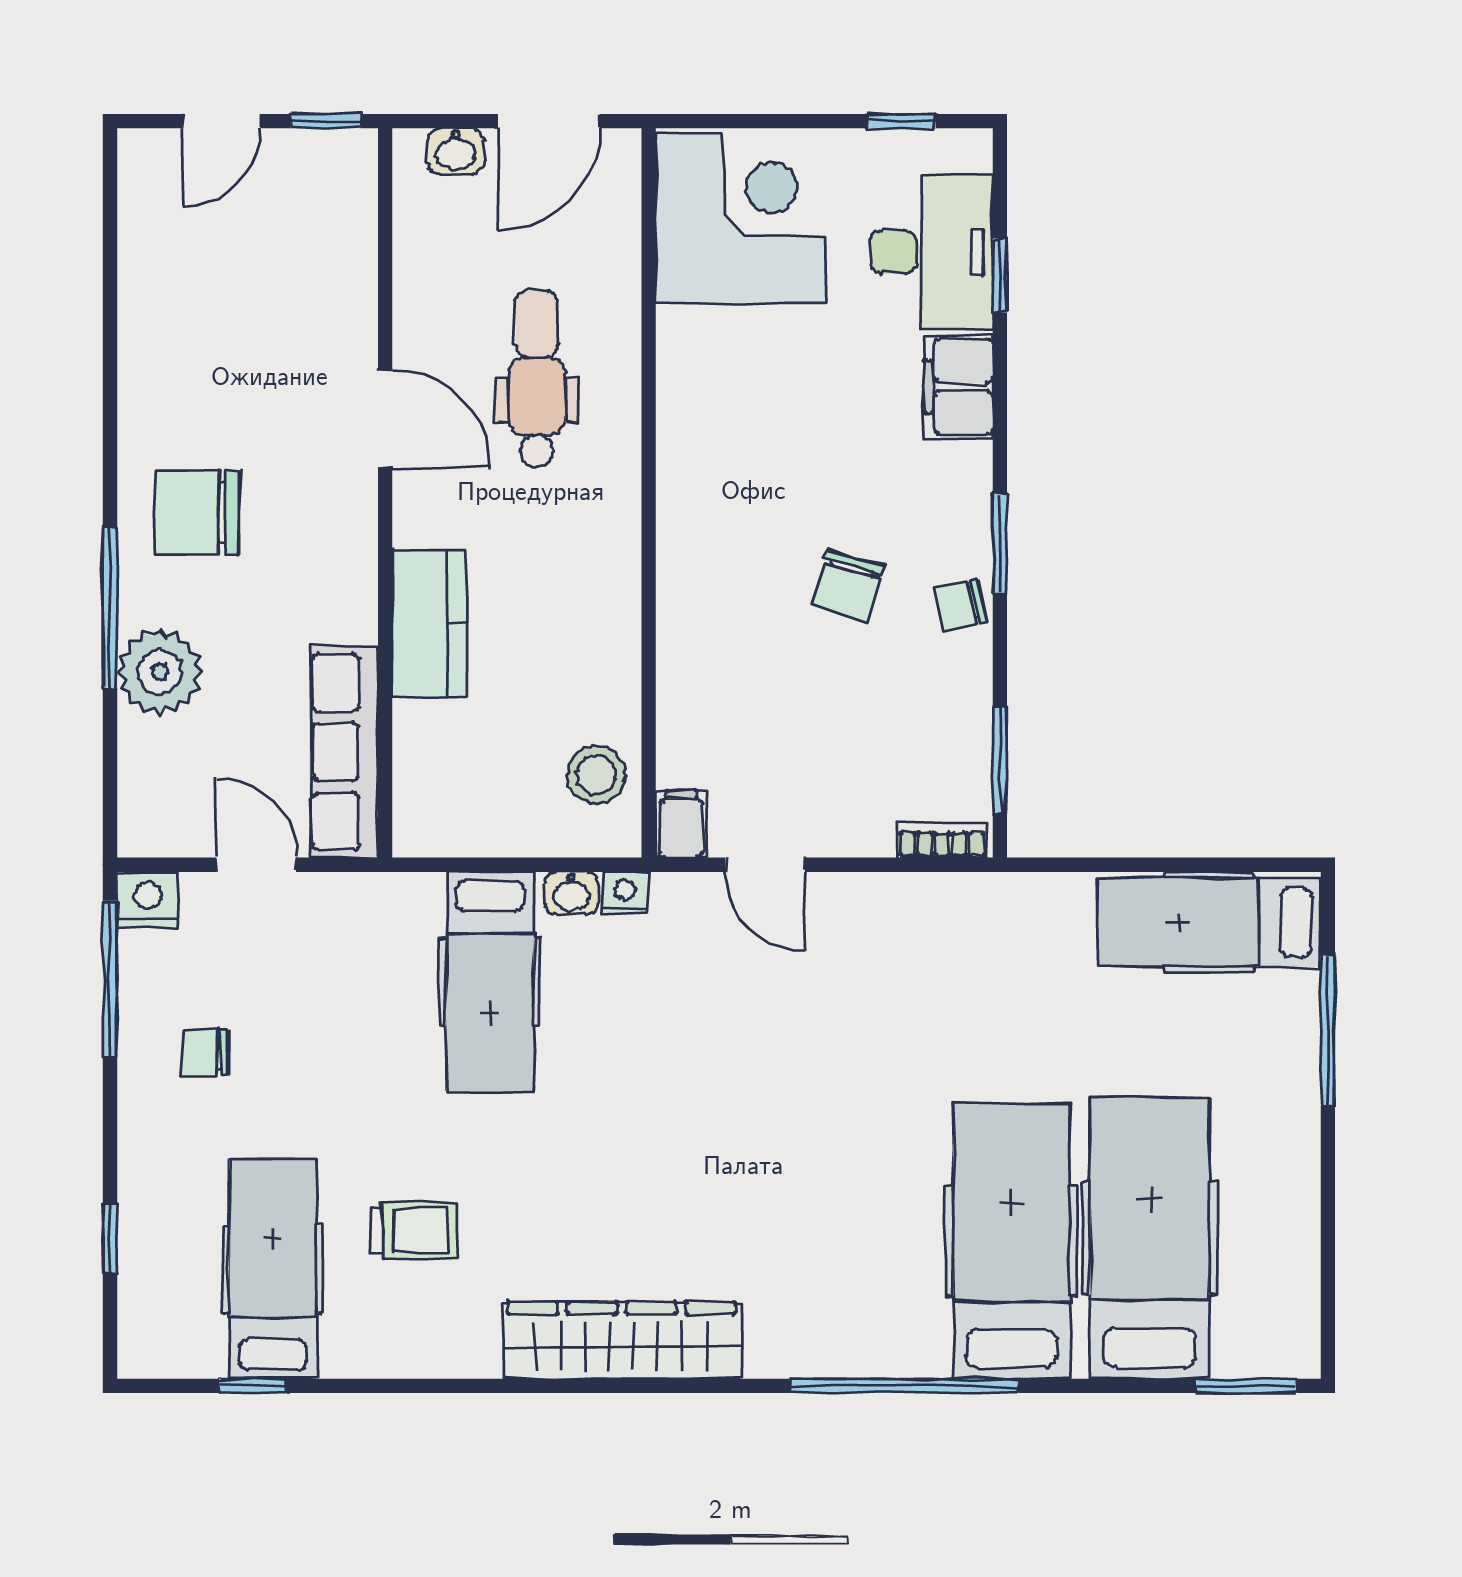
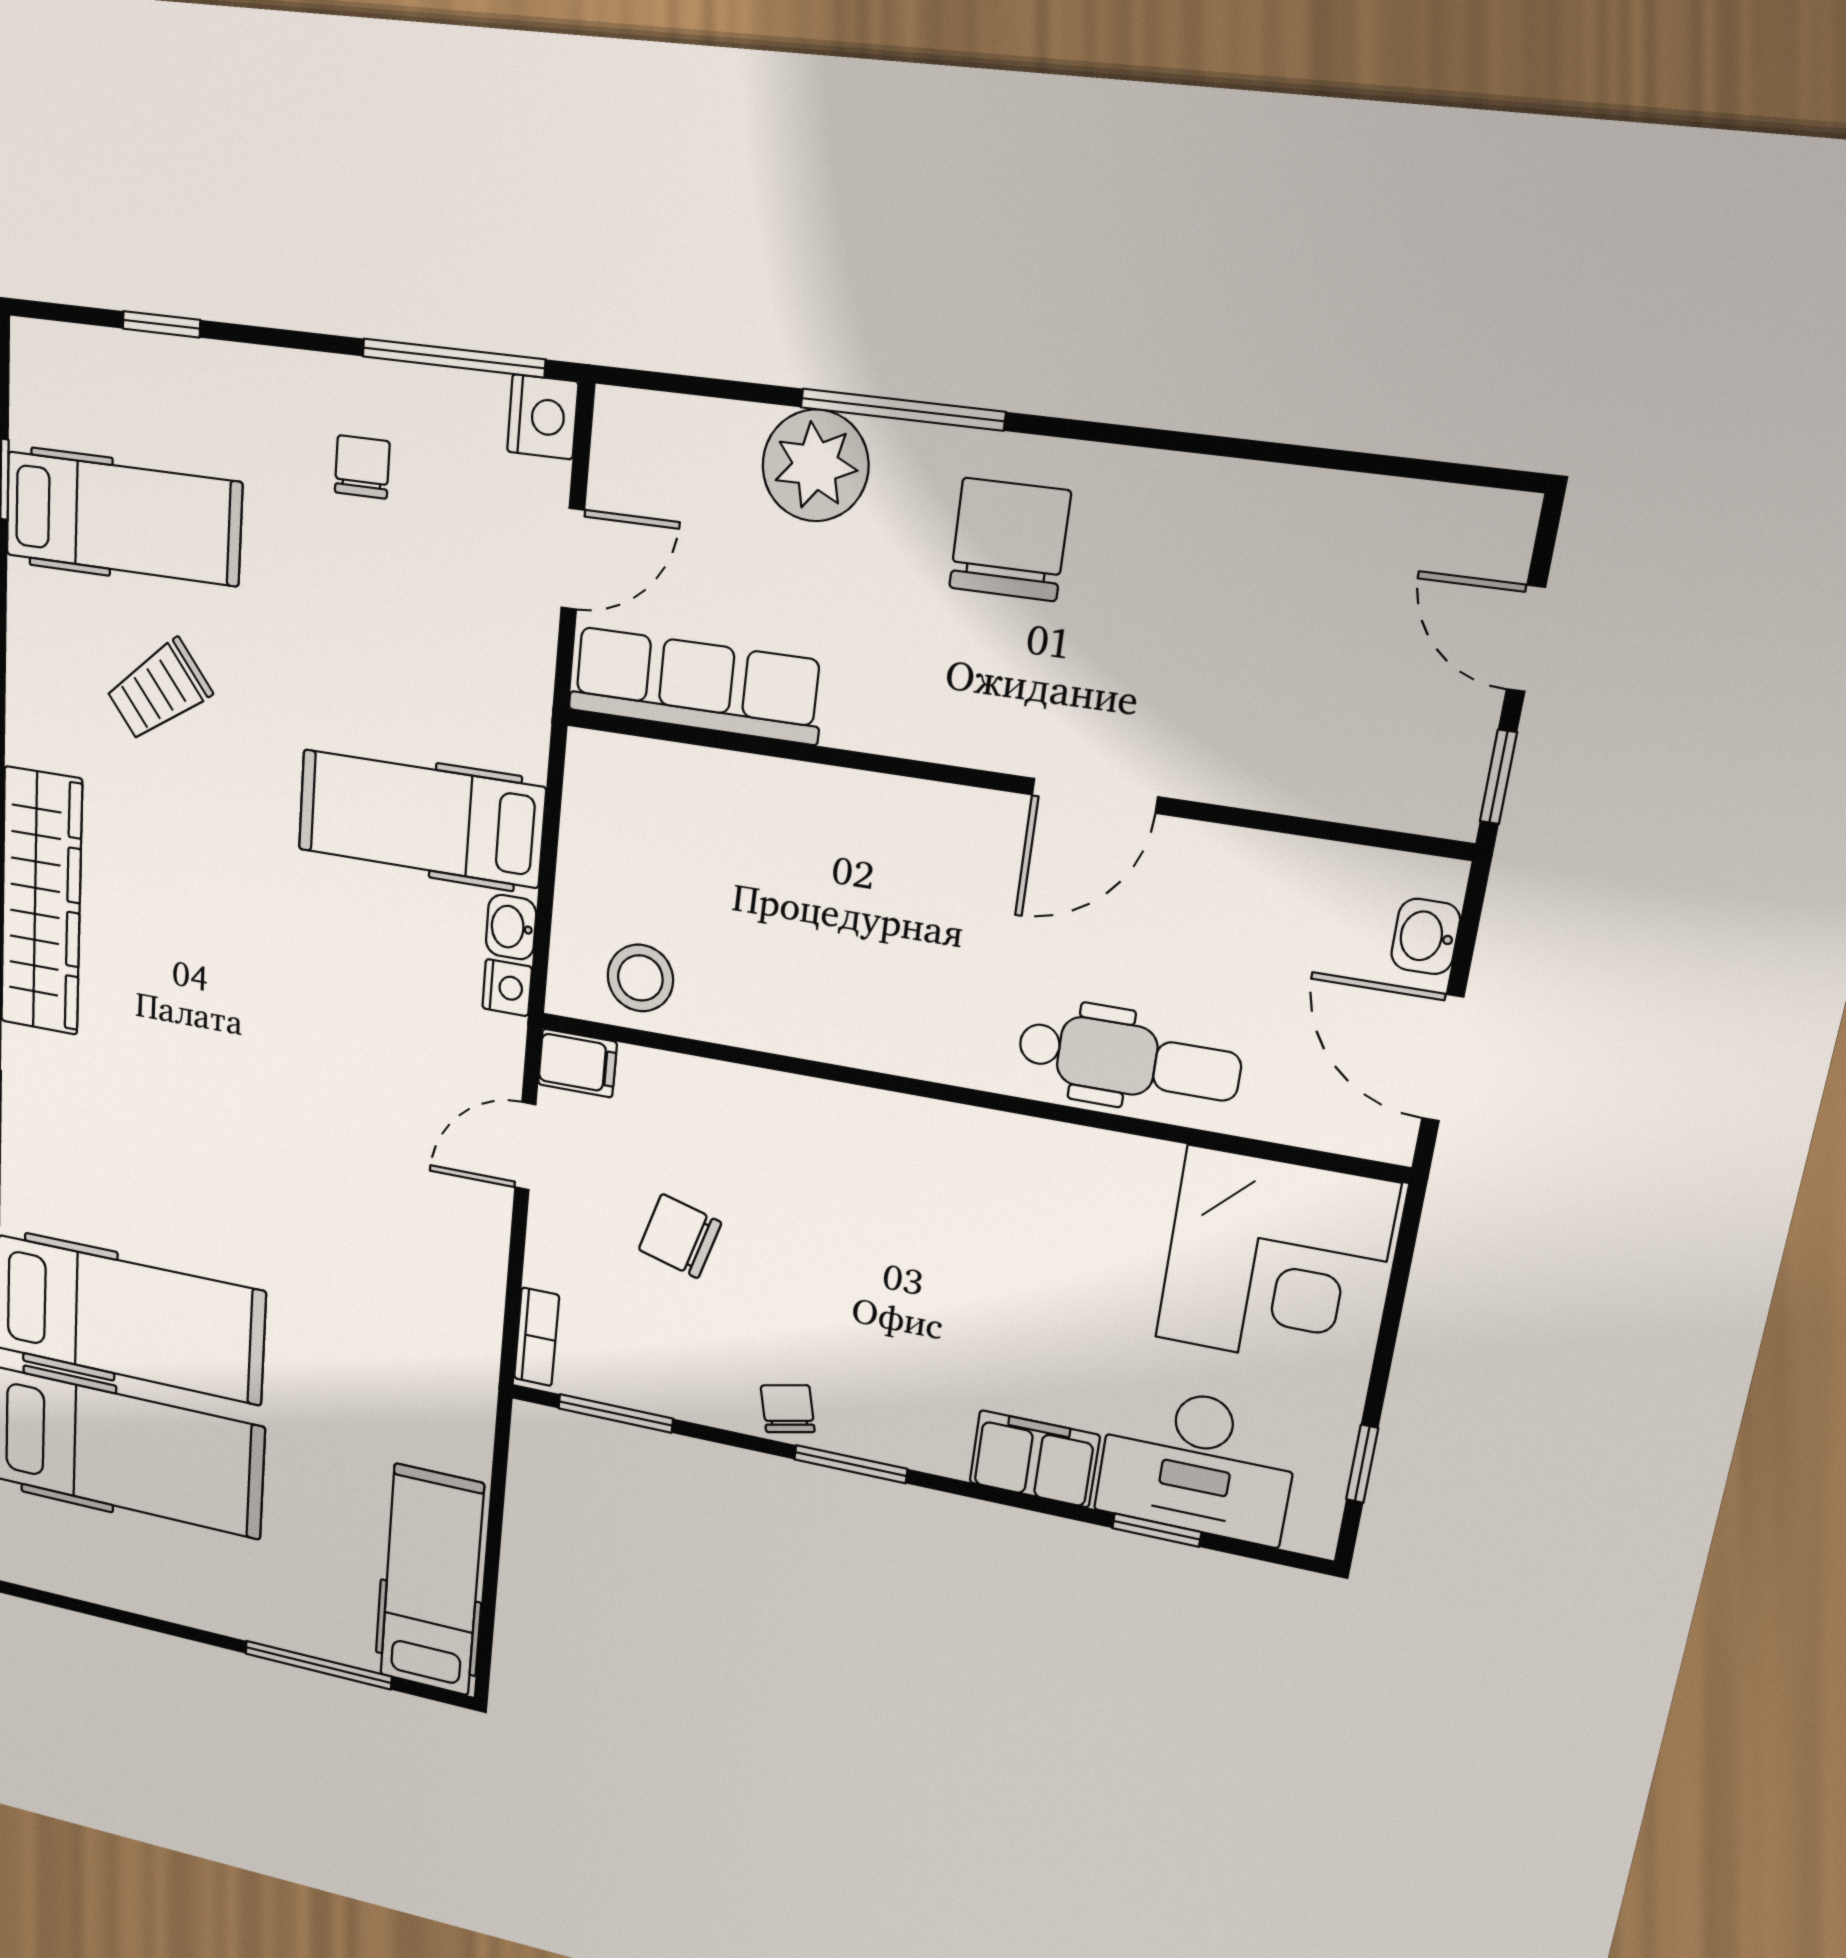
dental chair: (537, 378) -> (1129, 1060), moved
chair: (847, 586) -> (680, 1236), moved
kitchen counter: (429, 623) -> (837, 811), removed
trolley: (414, 1230) -> (159, 690), turned 52

